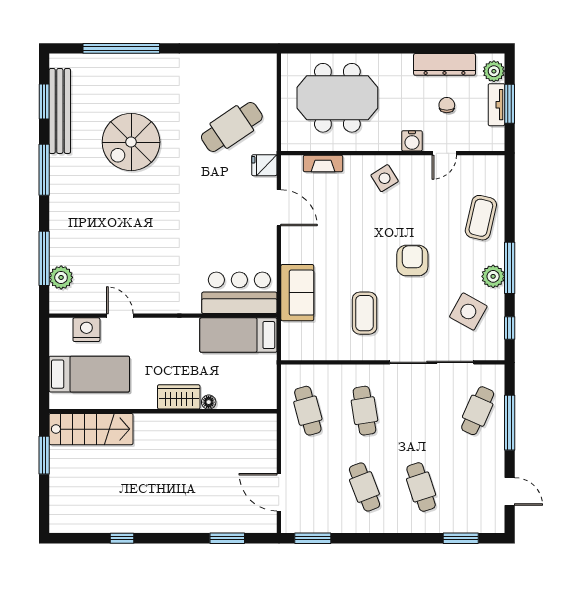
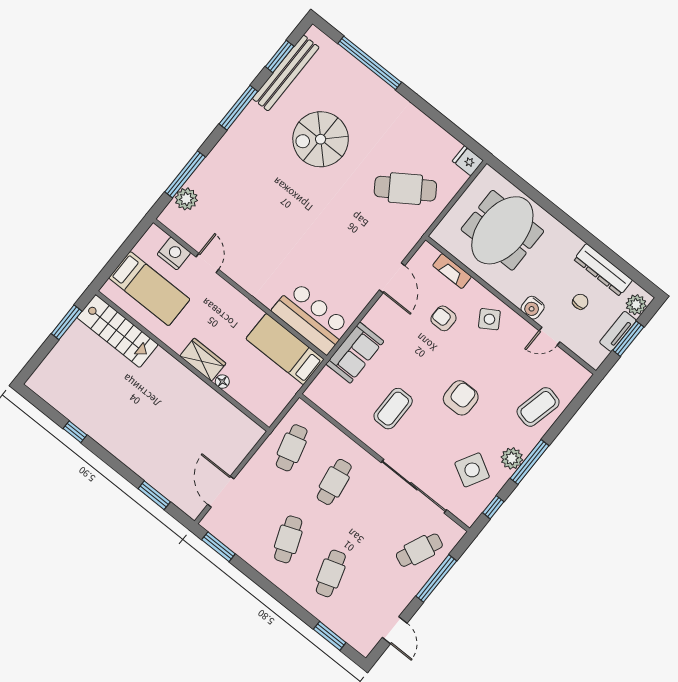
meeting table: (337, 98) -> (502, 230), turned 90
fridge: (264, 165) -> (468, 161), moved
armchair: (347, 207) -> (443, 318), added

